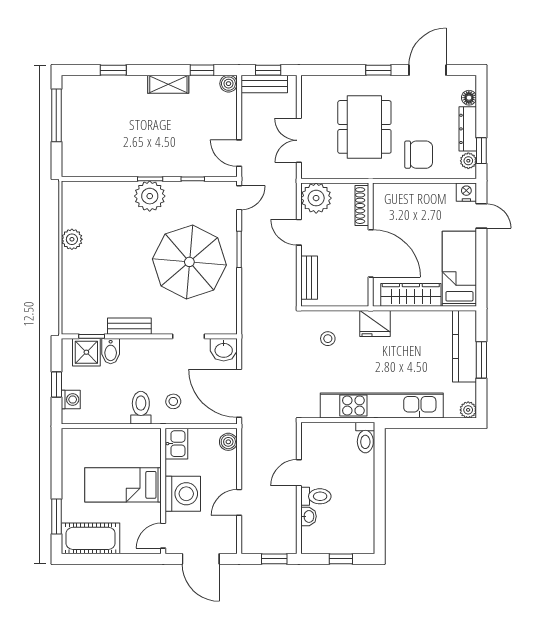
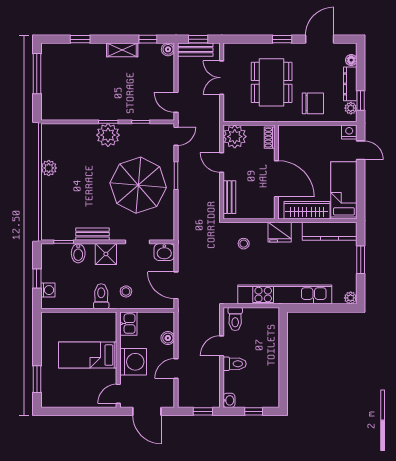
double door: (299, 140) -> (222, 78), moved
shoe rack: (362, 206) -> (270, 138), width x0.70
kitchen counter: (464, 346) -> (330, 231), moved, turned -90
shower: (86, 352) -> (106, 254), moved
door: (239, 393) -> (176, 285), width x0.73
toilet: (365, 438) -> (235, 319), moved
boiler: (228, 442) -> (168, 338), moved
washbasin: (308, 516) -> (229, 400), moved
cot: (91, 538) -> (63, 396), removed

